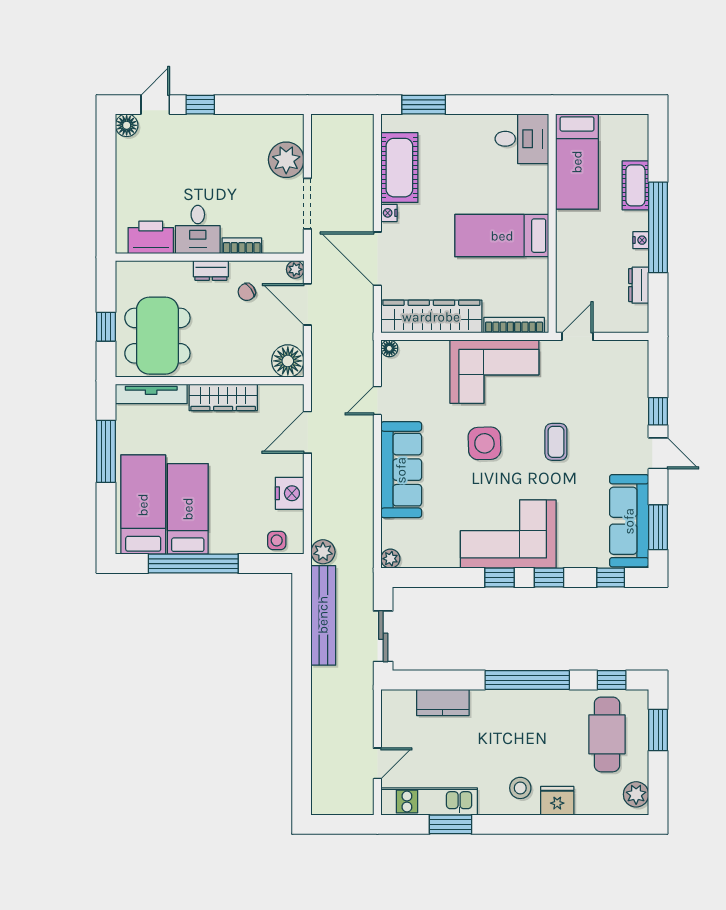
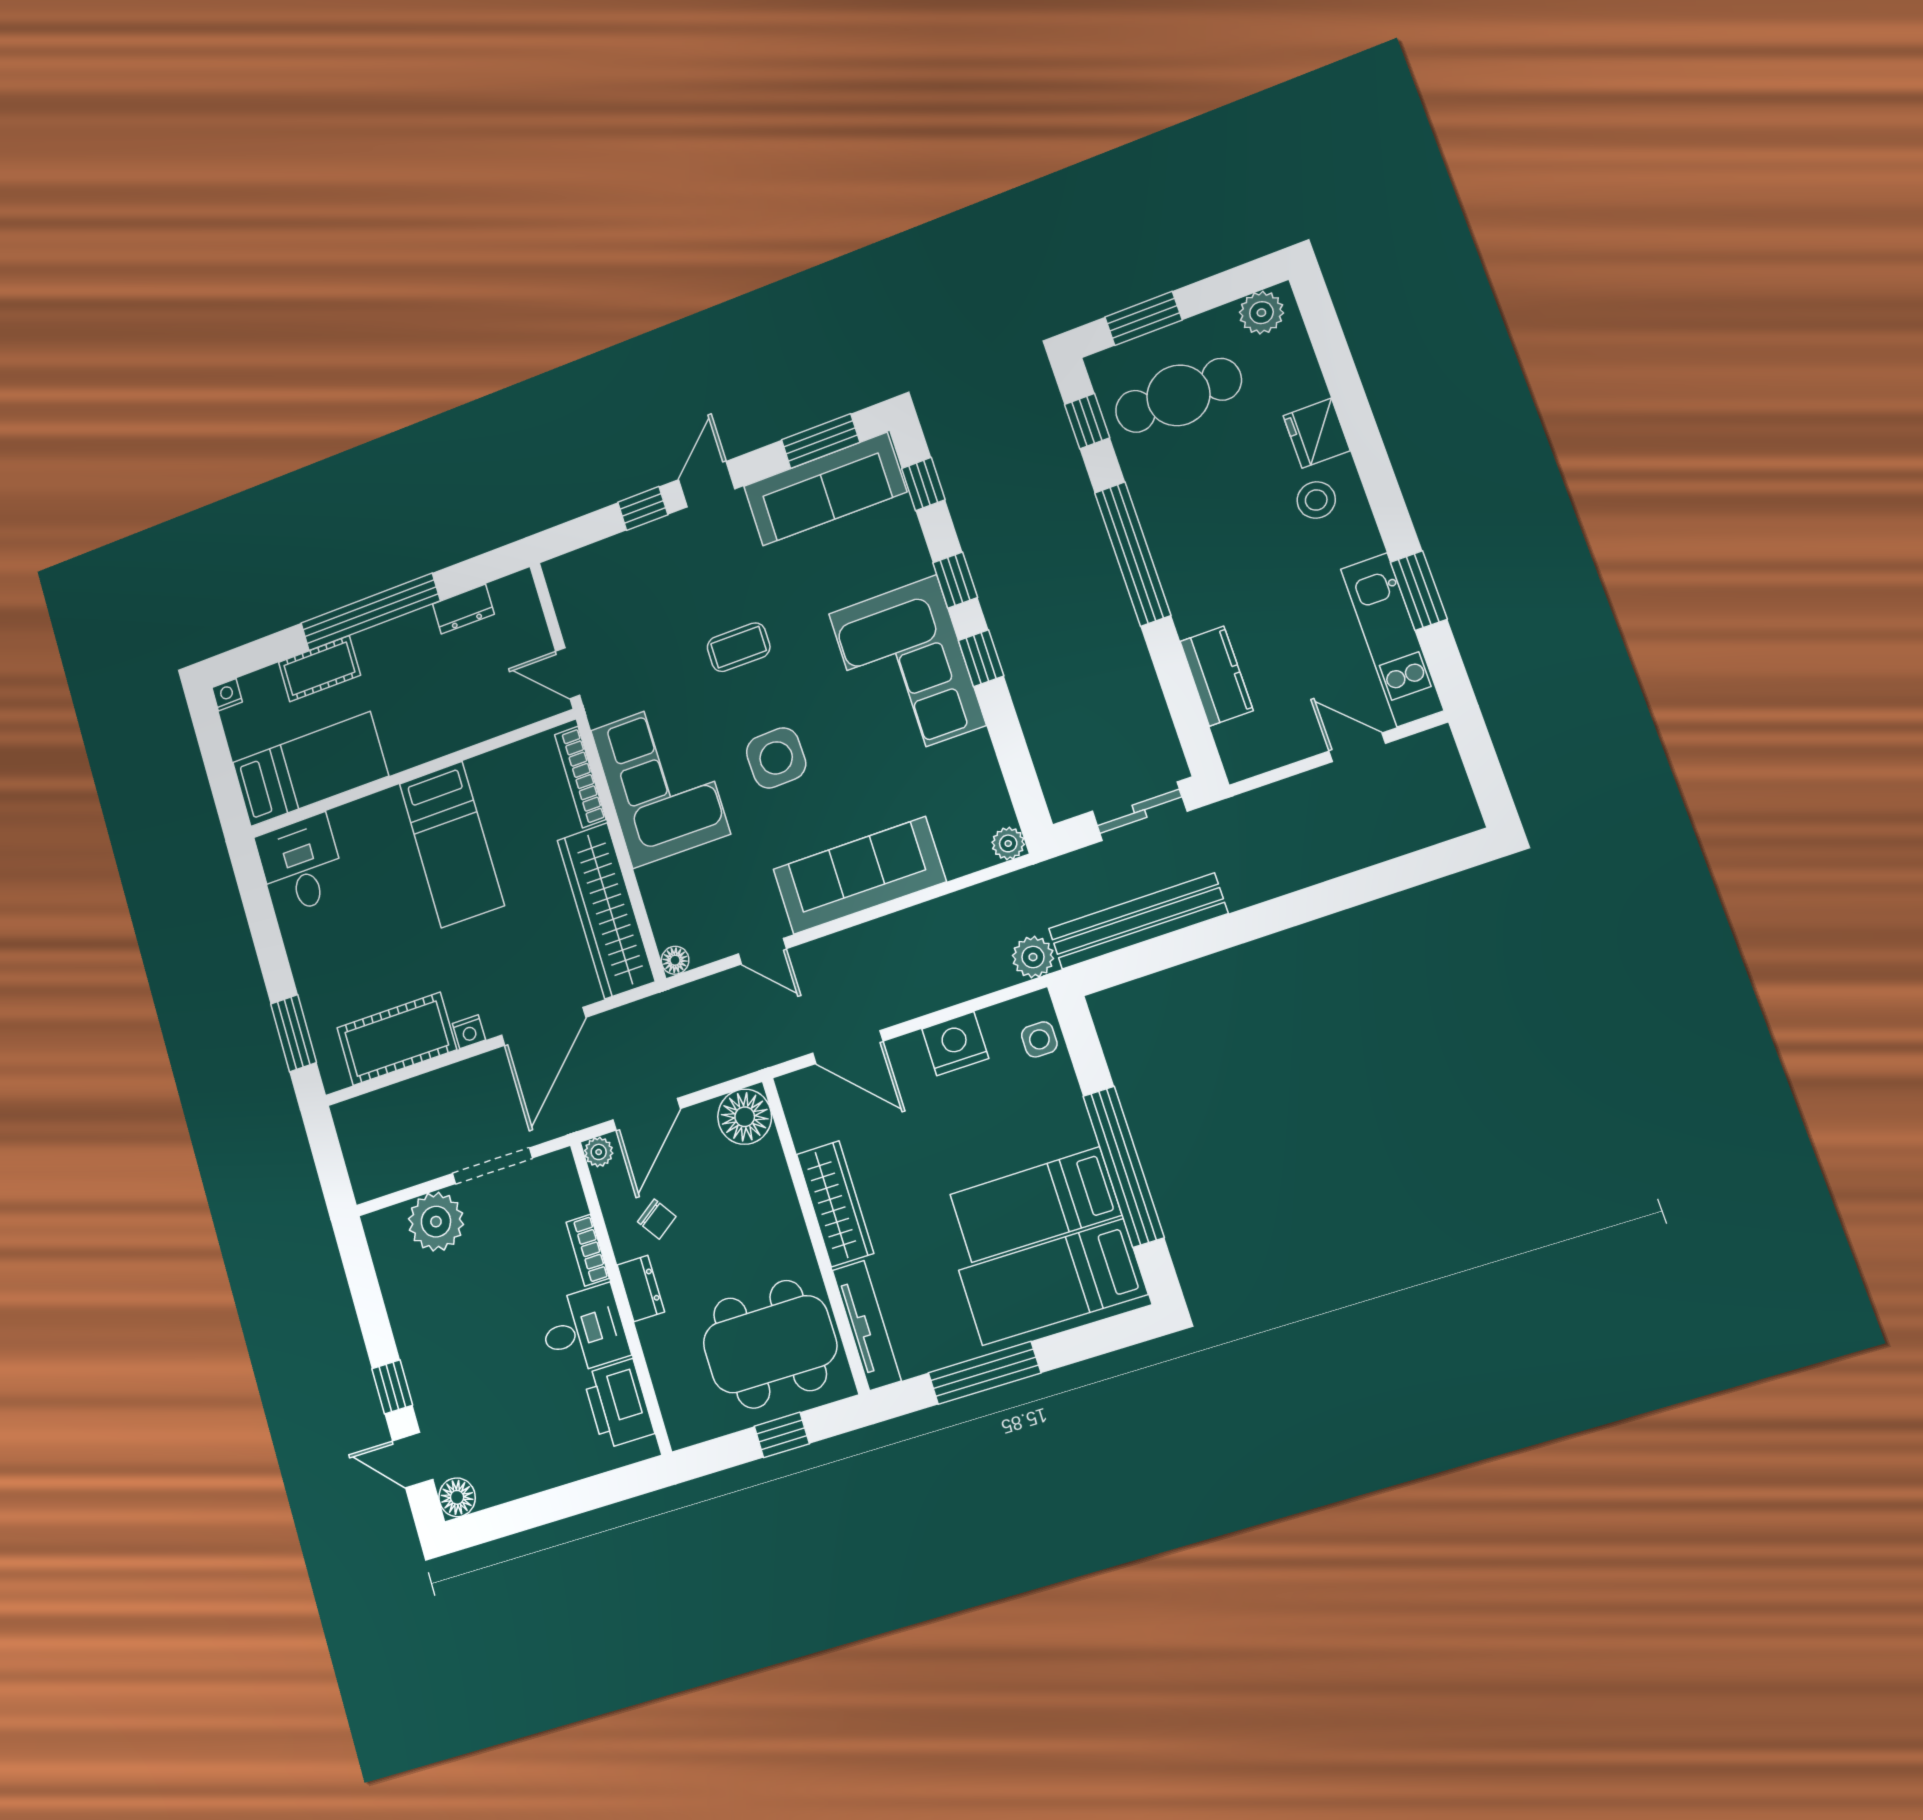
nightstand: (641, 240) -> (227, 695), moved

